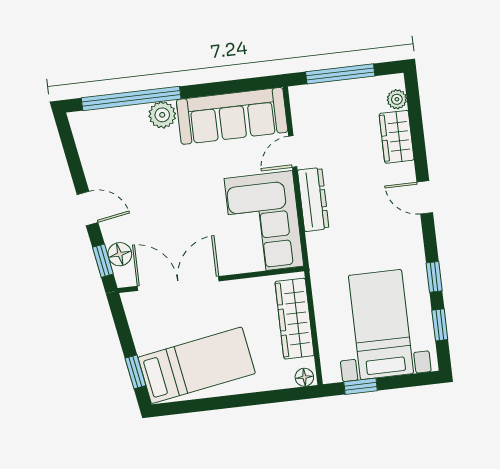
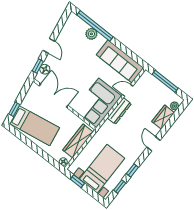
plant: (162, 115) -> (91, 34), moved

